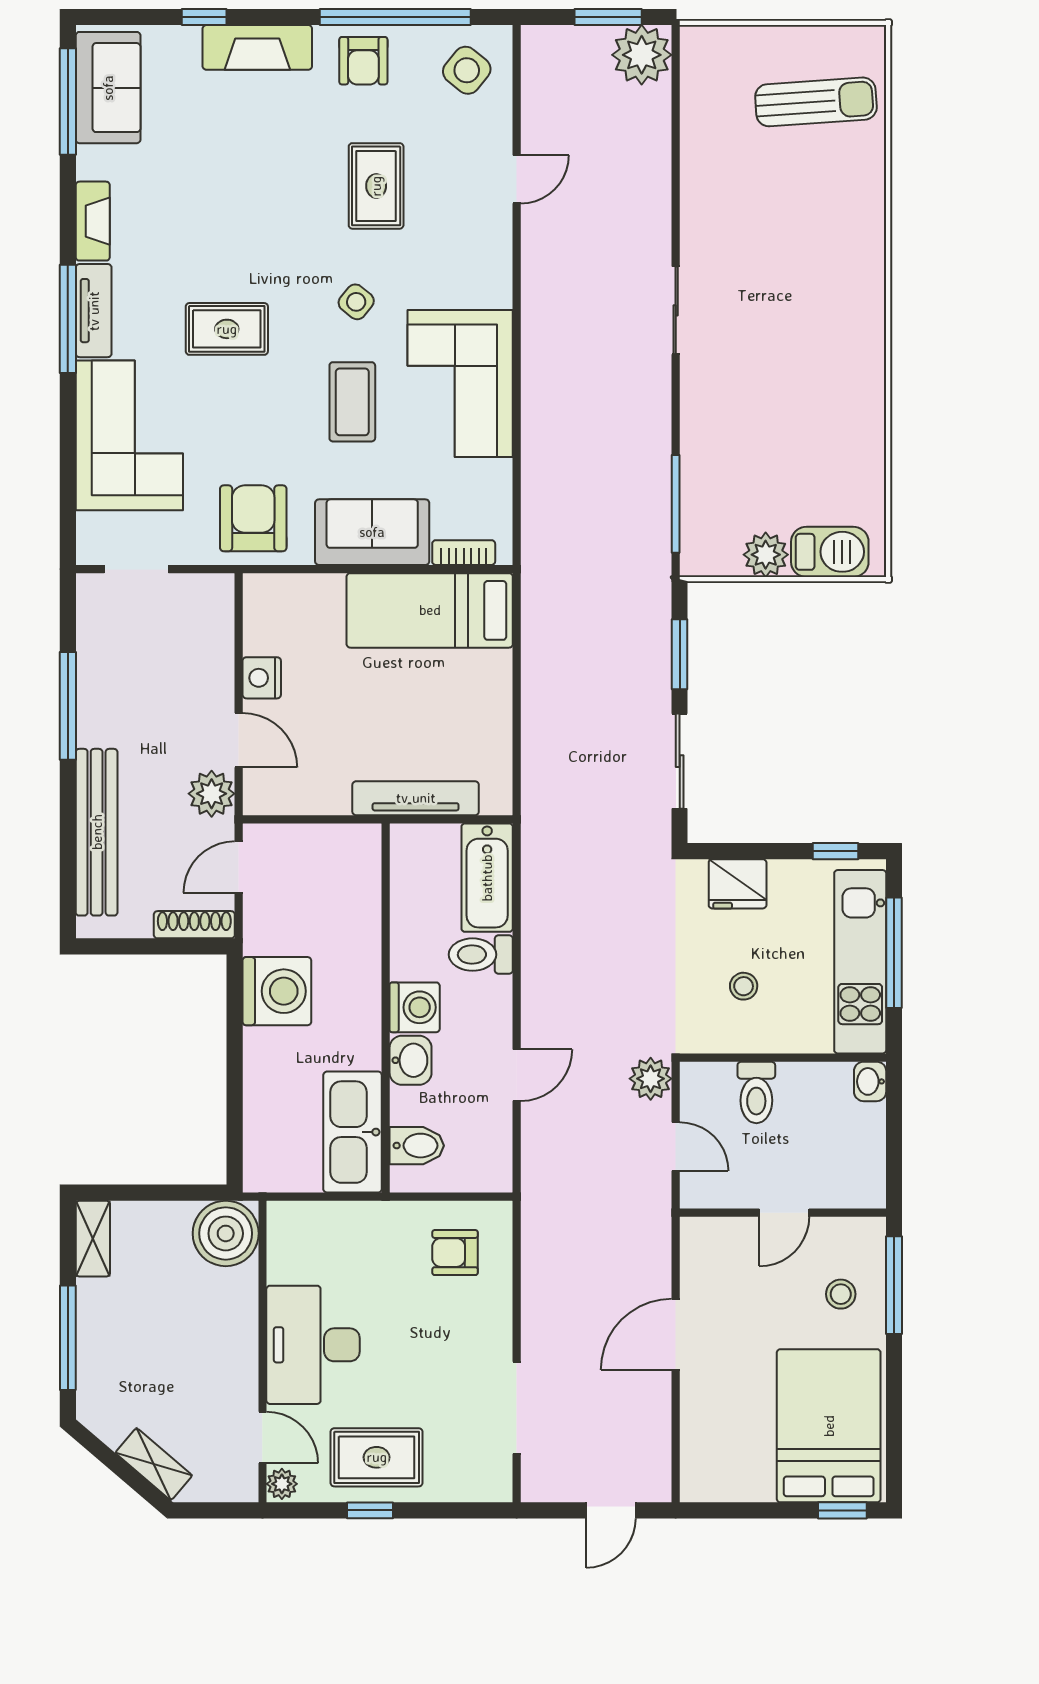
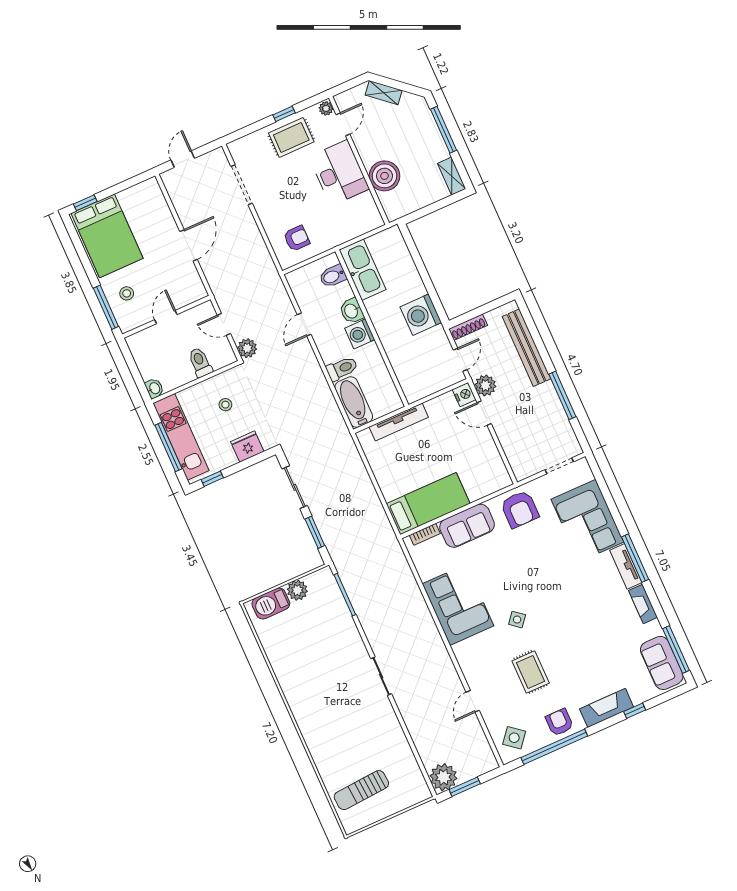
rug: (227, 329) -> (566, 584), removed
coffee table: (352, 402) -> (500, 577), removed
nightstand: (262, 678) -> (464, 395), moved
boiler: (226, 1233) -> (384, 176), moved
door: (262, 1437) -> (343, 124), swing flipped

